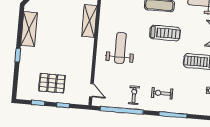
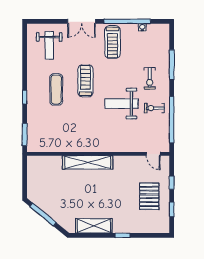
shelving: (89, 21) -> (88, 162), width x1.47
weight bench: (120, 48) -> (122, 104), moved
door: (91, 90) -> (153, 154), swing flipped

